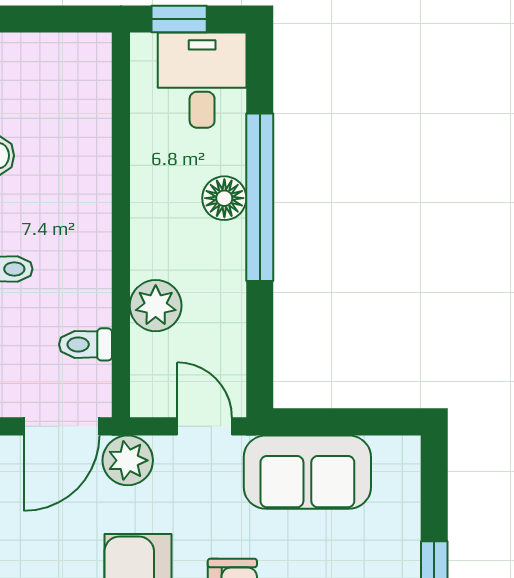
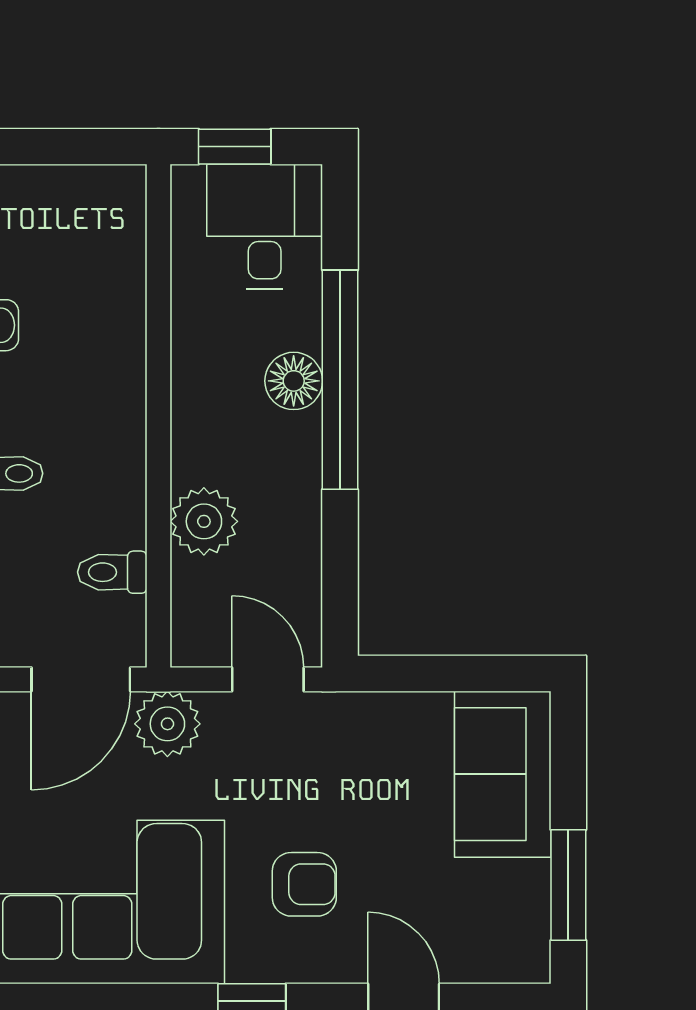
sofa: (307, 472) -> (503, 774), moved, turned 90

